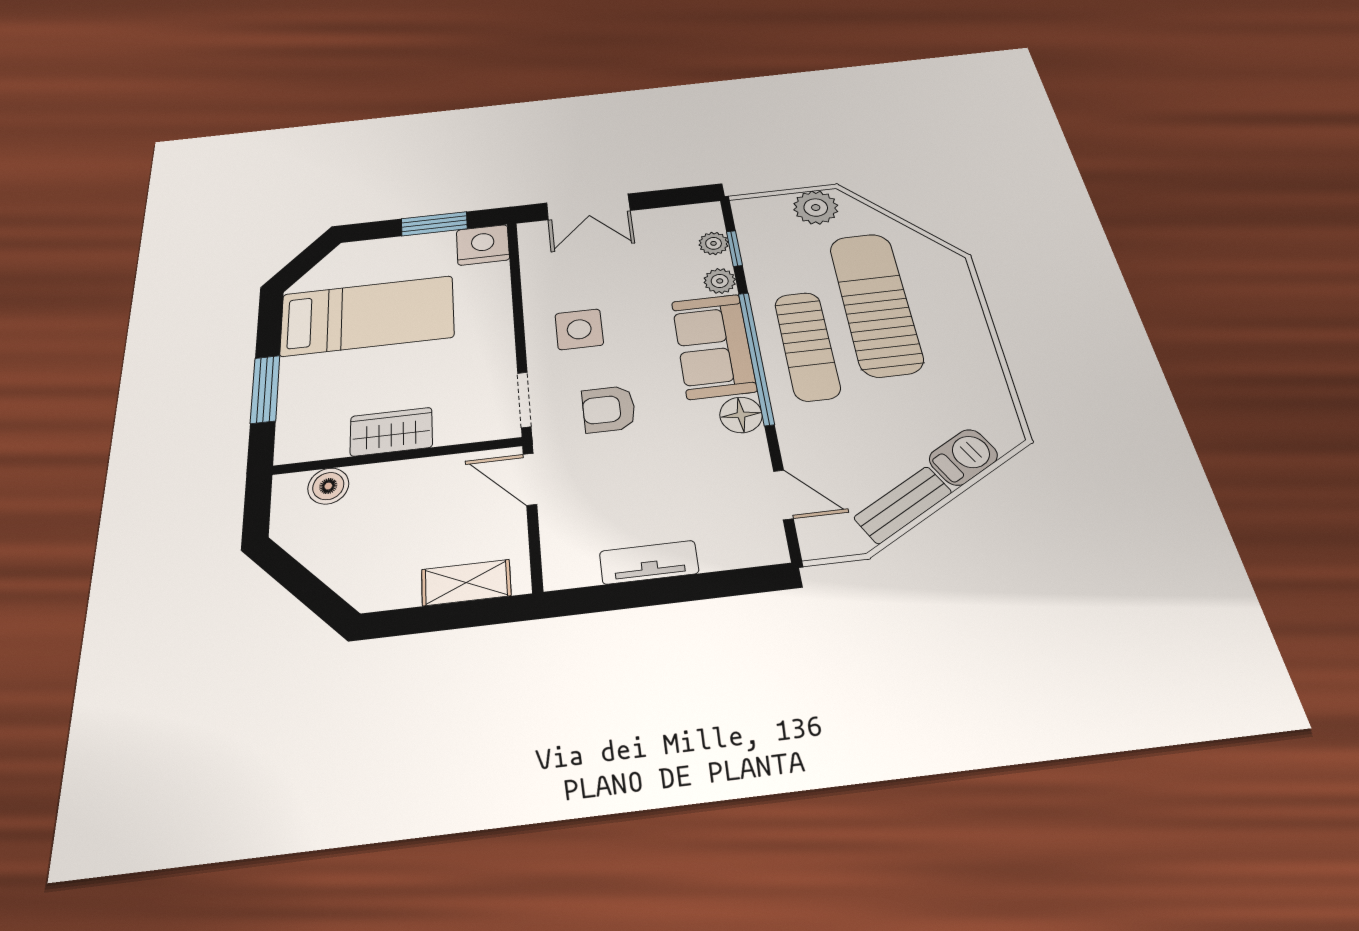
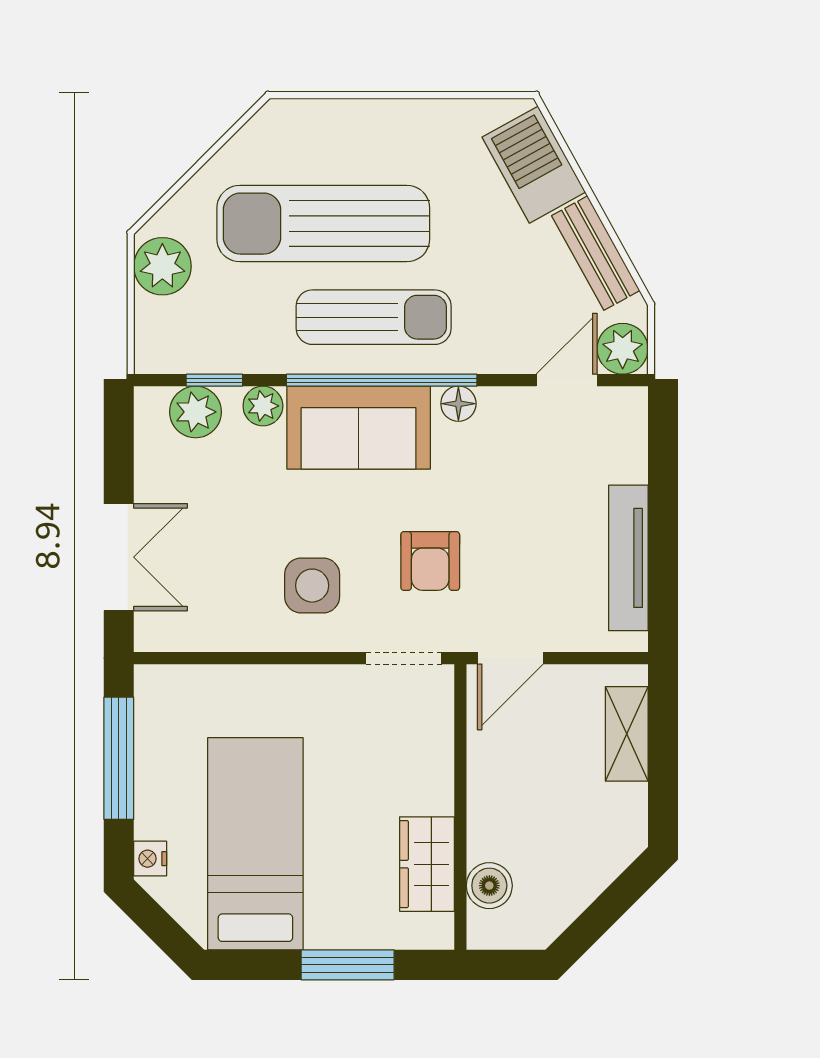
window: (434, 224) -> (119, 758), width x1.44
plant: (714, 243) -> (196, 412), width x1.38, depth x1.38
nightstand: (483, 245) -> (150, 859), moved, width x0.53, depth x0.56
floor lamp: (741, 415) -> (458, 404), width x0.73, depth x0.73
wardrobe: (391, 432) -> (427, 864), moved
barbecue: (963, 457) -> (534, 165), width x1.38, depth x1.27
plant: (821, 537) -> (623, 349), added
tv unit: (649, 562) -> (628, 558), width x1.41

